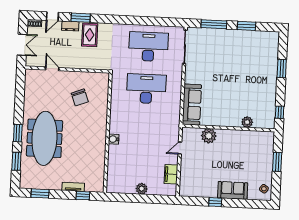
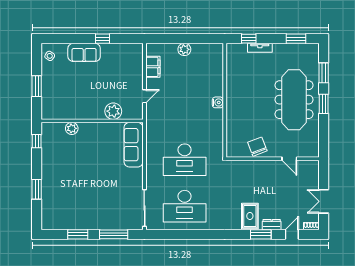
door: (52, 69) -> (289, 159), moved
wall: (67, 70) -> (273, 159), moved

